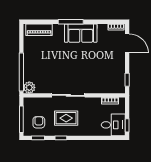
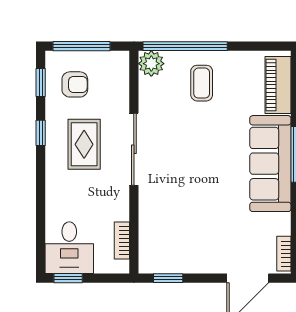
sofa: (81, 33) -> (270, 164), width x1.36
coffee table: (38, 64) -> (202, 83), added

